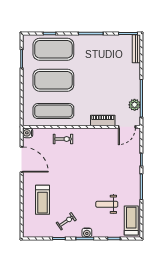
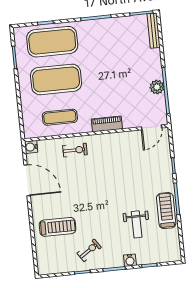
plant: (135, 105) -> (157, 87), moved
exercise mat: (53, 111) -> (60, 117), width x0.73, depth x0.69
piano: (103, 120) -> (107, 124), moved
treadmill: (43, 200) -> (58, 227), turned -90
weight bench: (107, 204) -> (137, 224), turned -90
treadmill: (131, 221) -> (166, 211), moved
water cooler: (87, 233) -> (130, 260), moved

